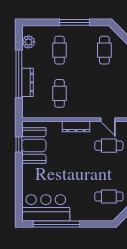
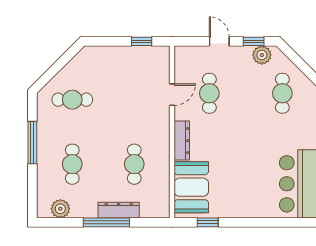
cafe table: (60, 50) -> (72, 164), turned 90
window: (19, 74) -> (106, 222), width x0.68
cafe table: (60, 93) -> (134, 164), turned 90
booth: (34, 145) -> (191, 187), moved, turned 90

